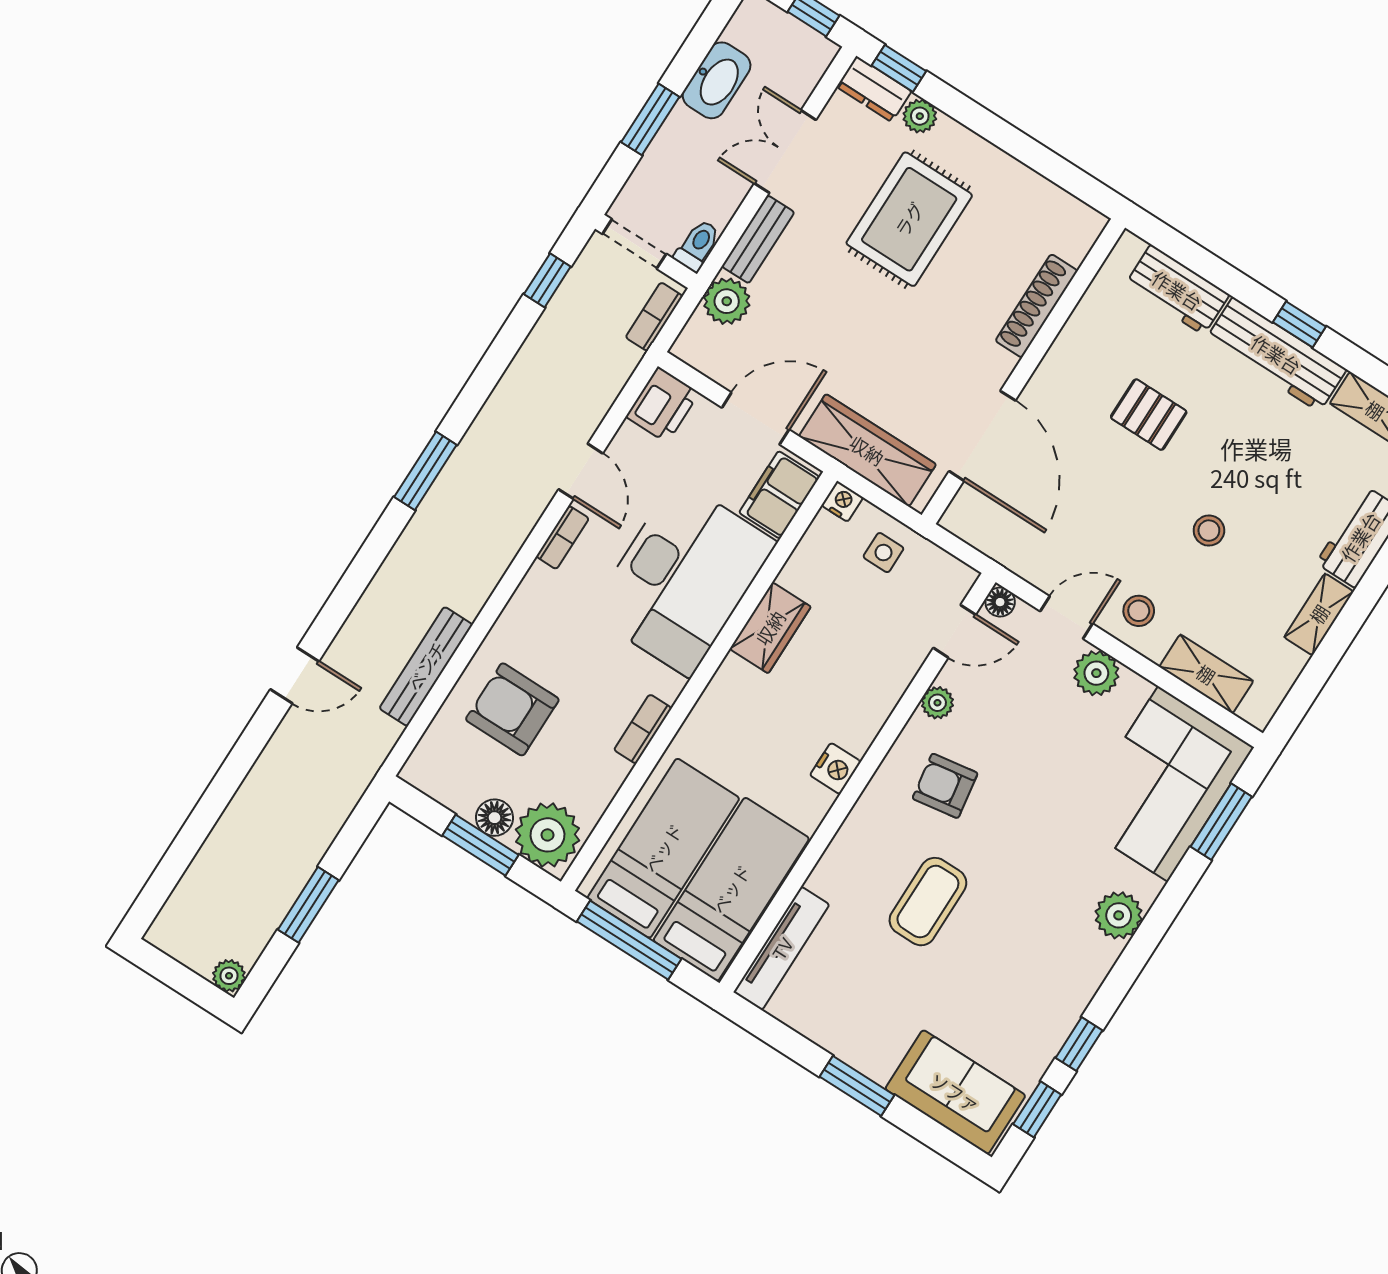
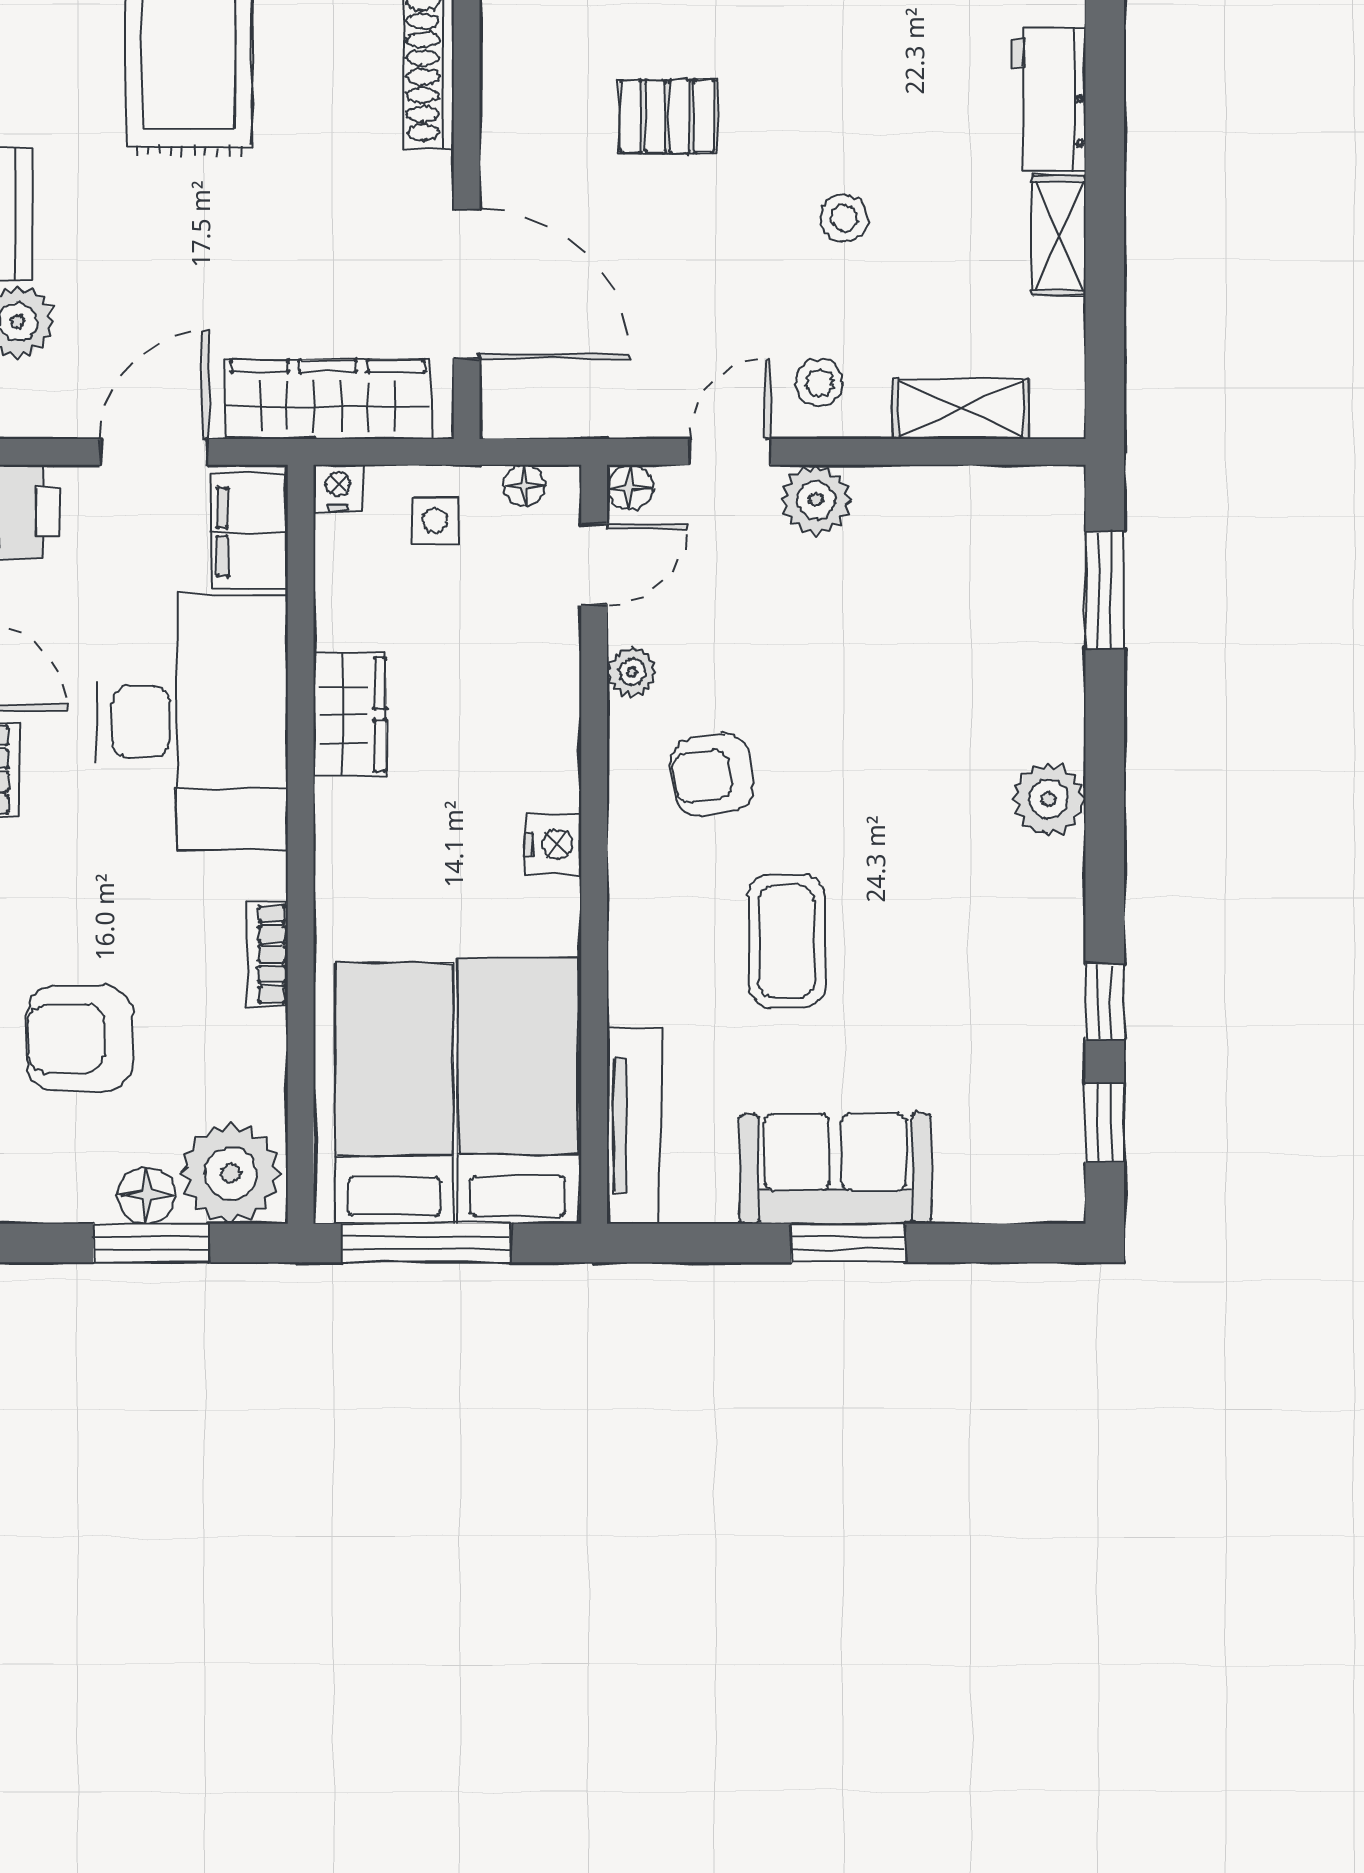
floor lamp: (944, 565) -> (524, 485), added
corner sofa: (1163, 784) -> (997, 589), removed
sofa: (955, 1092) -> (835, 1169), moved

